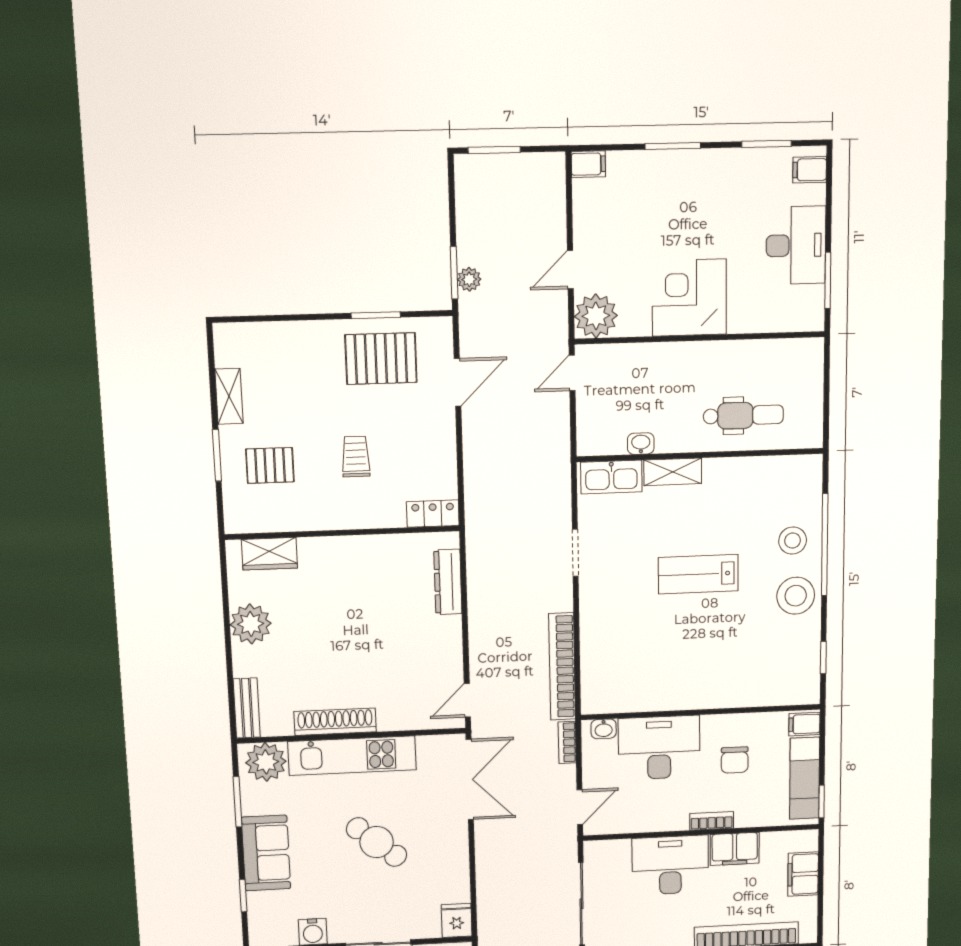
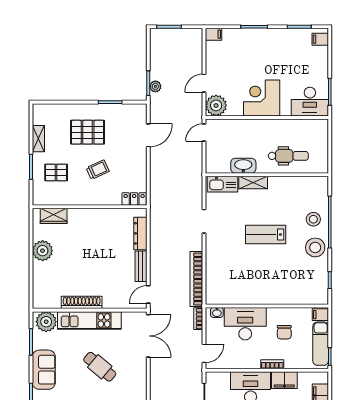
desk: (796, 245) -> (310, 102), moved, turned 90
pallet: (381, 359) -> (88, 132), moved
washbasin: (641, 444) -> (243, 166), width x1.91, depth x1.45
trolley: (356, 457) -> (98, 170), turned 65
bench: (247, 708) -> (141, 266), moved

